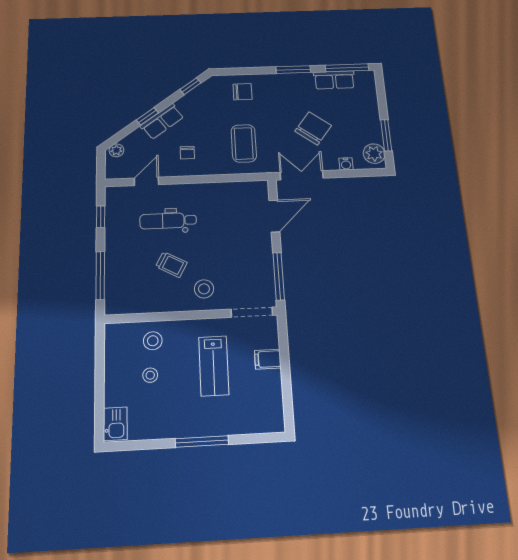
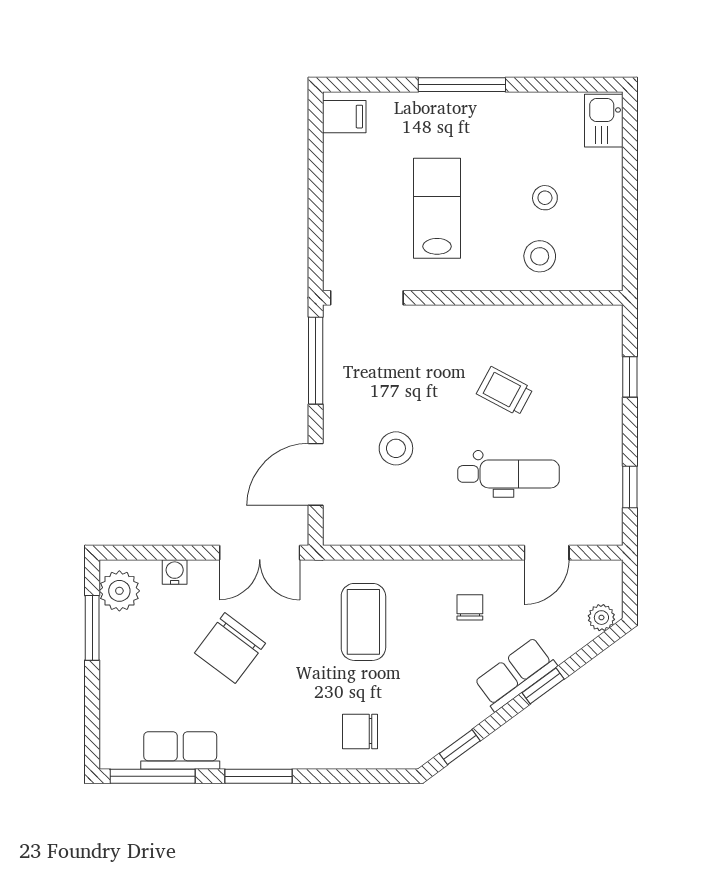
window: (100, 275) -> (630, 377), width x0.46
stool: (204, 289) -> (396, 448), moved
filing cabinet: (268, 359) -> (344, 117), moved

